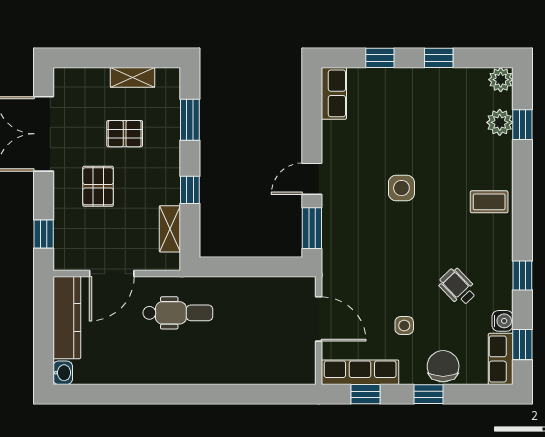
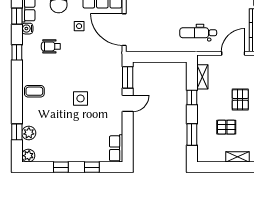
shelving: (132, 77) -> (238, 157), moved
wheelchair: (458, 287) -> (51, 46), turned 134
door: (319, 319) -> (124, 30), width x1.36

